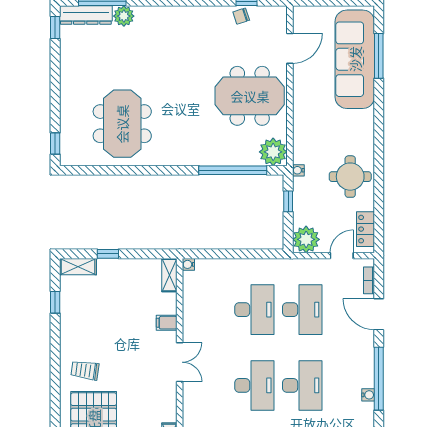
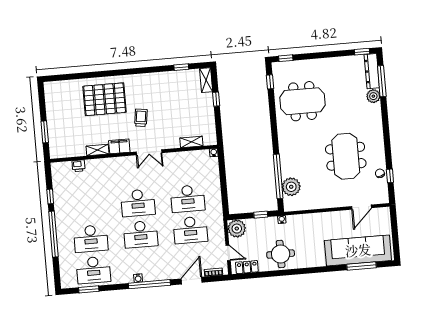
door: (290, 48) -> (361, 207), hinge flipped
meeting table: (250, 96) -> (346, 156), moved
plant: (273, 152) -> (291, 187), moved
window: (89, 170) -> (270, 82), added
shelving: (169, 275) -> (191, 142), moved
filing cabinet: (167, 323) -> (119, 146), moved, width x2.00
trolley: (85, 370) -> (141, 118), moved

